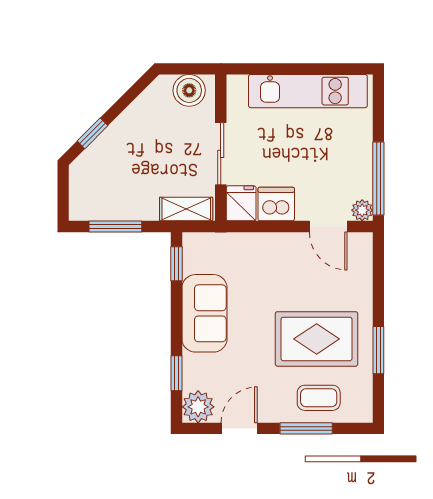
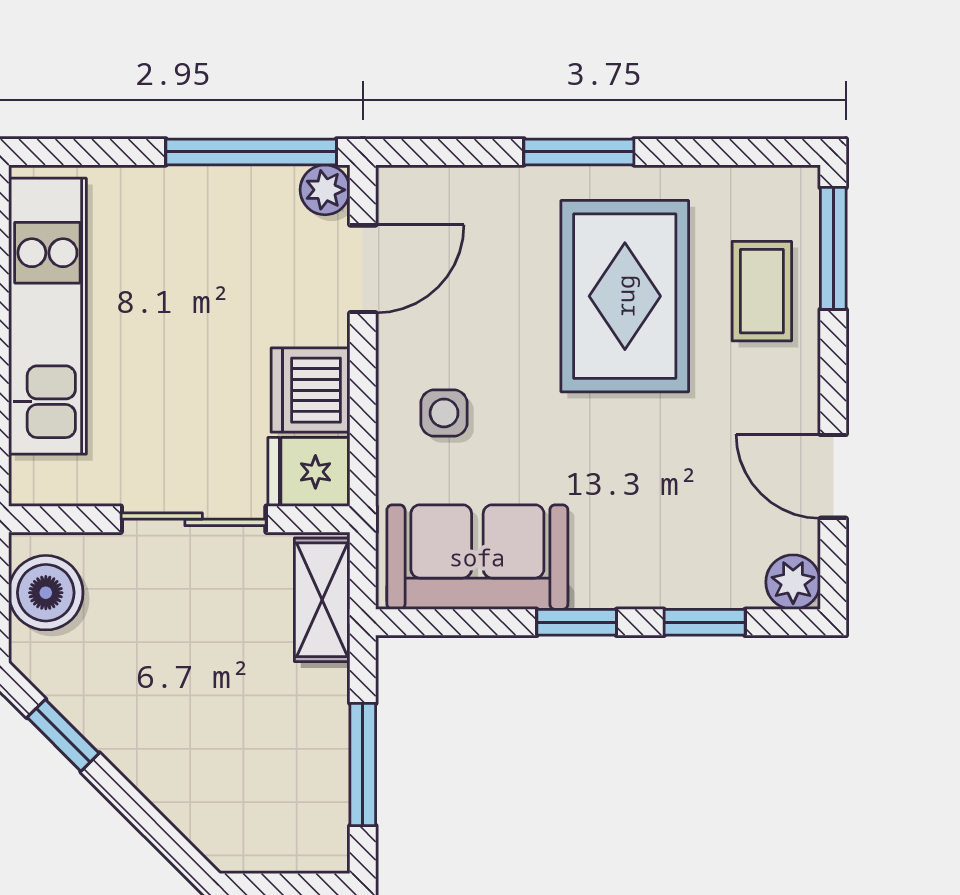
window: (93, 133) -> (63, 735), moved
side table: (266, 261) -> (444, 413), added
window: (176, 264) -> (577, 622), moved
sofa: (204, 313) -> (477, 557), moved
window: (378, 350) -> (579, 152), moved
plant: (198, 407) -> (793, 582), width x0.73, depth x0.73
window: (306, 428) -> (833, 248), moved

